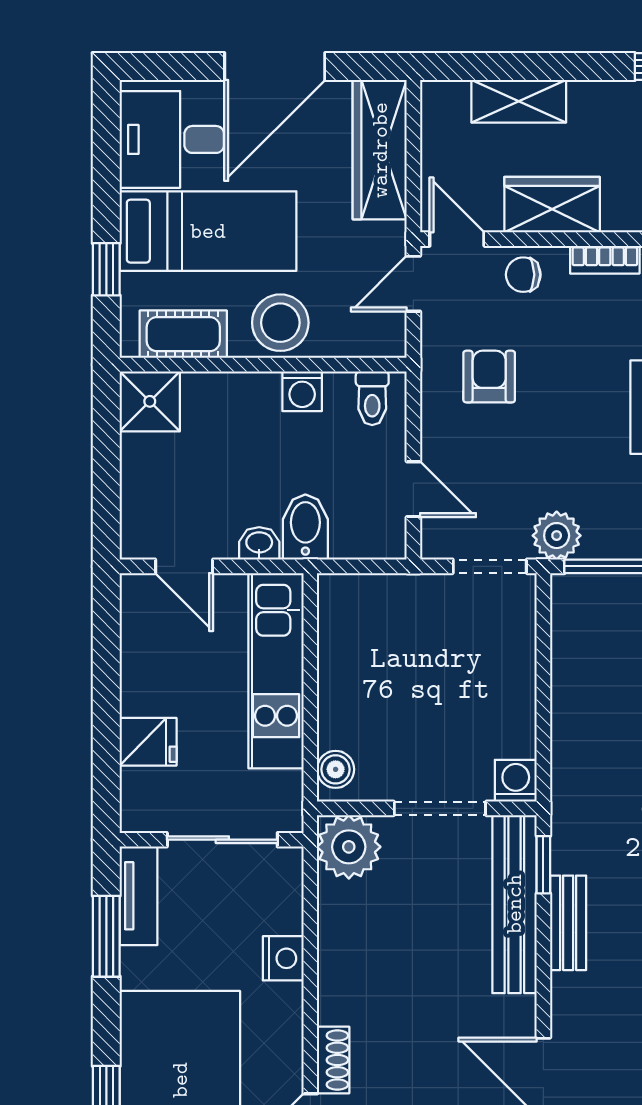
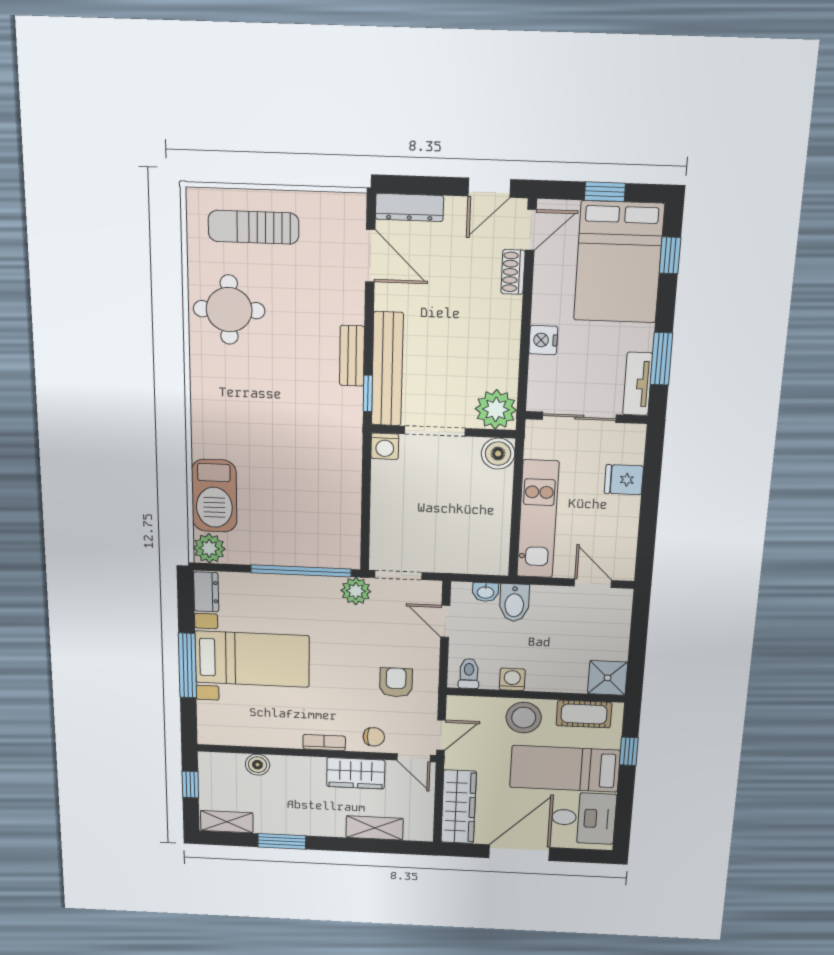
armchair: (489, 377) -> (396, 682), turned 180
washbasin: (259, 543) -> (486, 592), moved
boiler: (336, 769) -> (498, 454), width x1.36, depth x1.36

